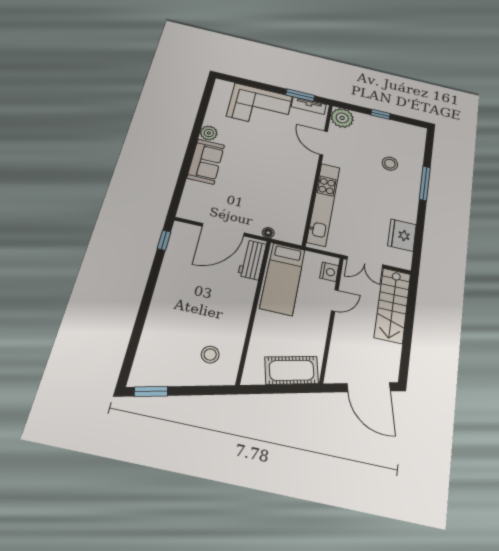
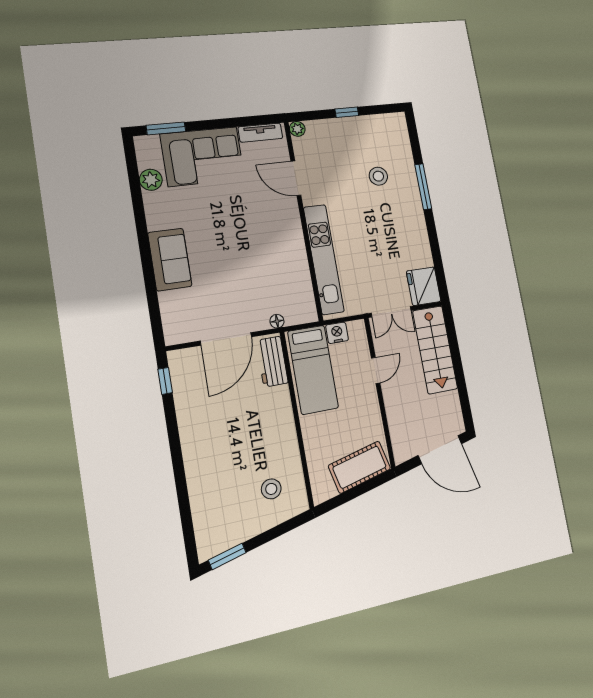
window: (300, 95) -> (166, 128), moved
plant: (342, 118) -> (297, 129), width x0.53, depth x0.53
plant: (209, 133) -> (151, 180), moved
fridge: (402, 235) -> (424, 286), moved
nightstand: (329, 272) -> (337, 333), moved, turned -90

